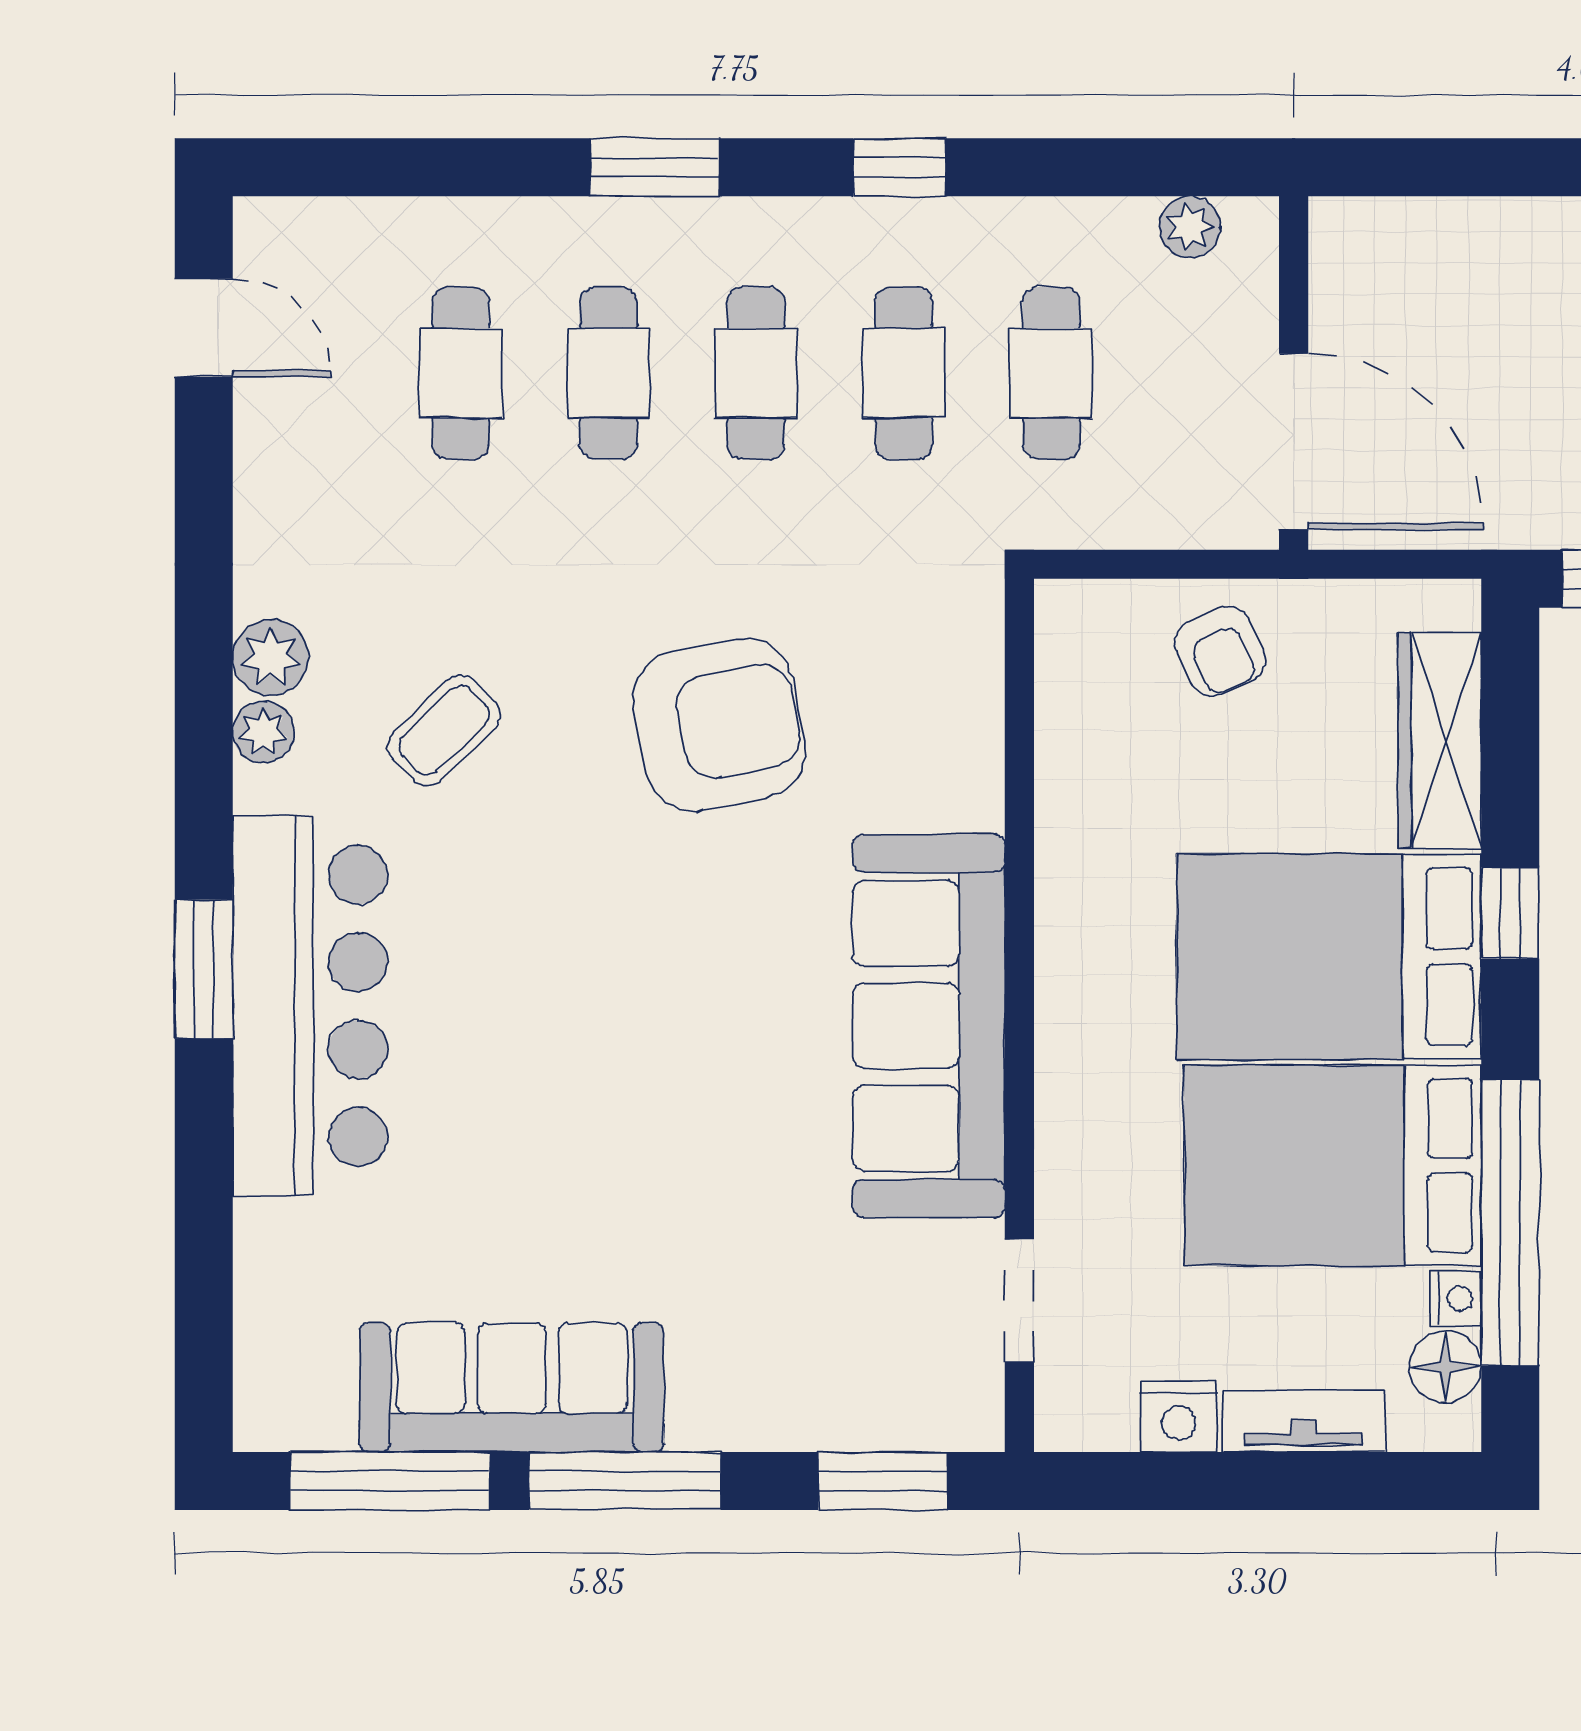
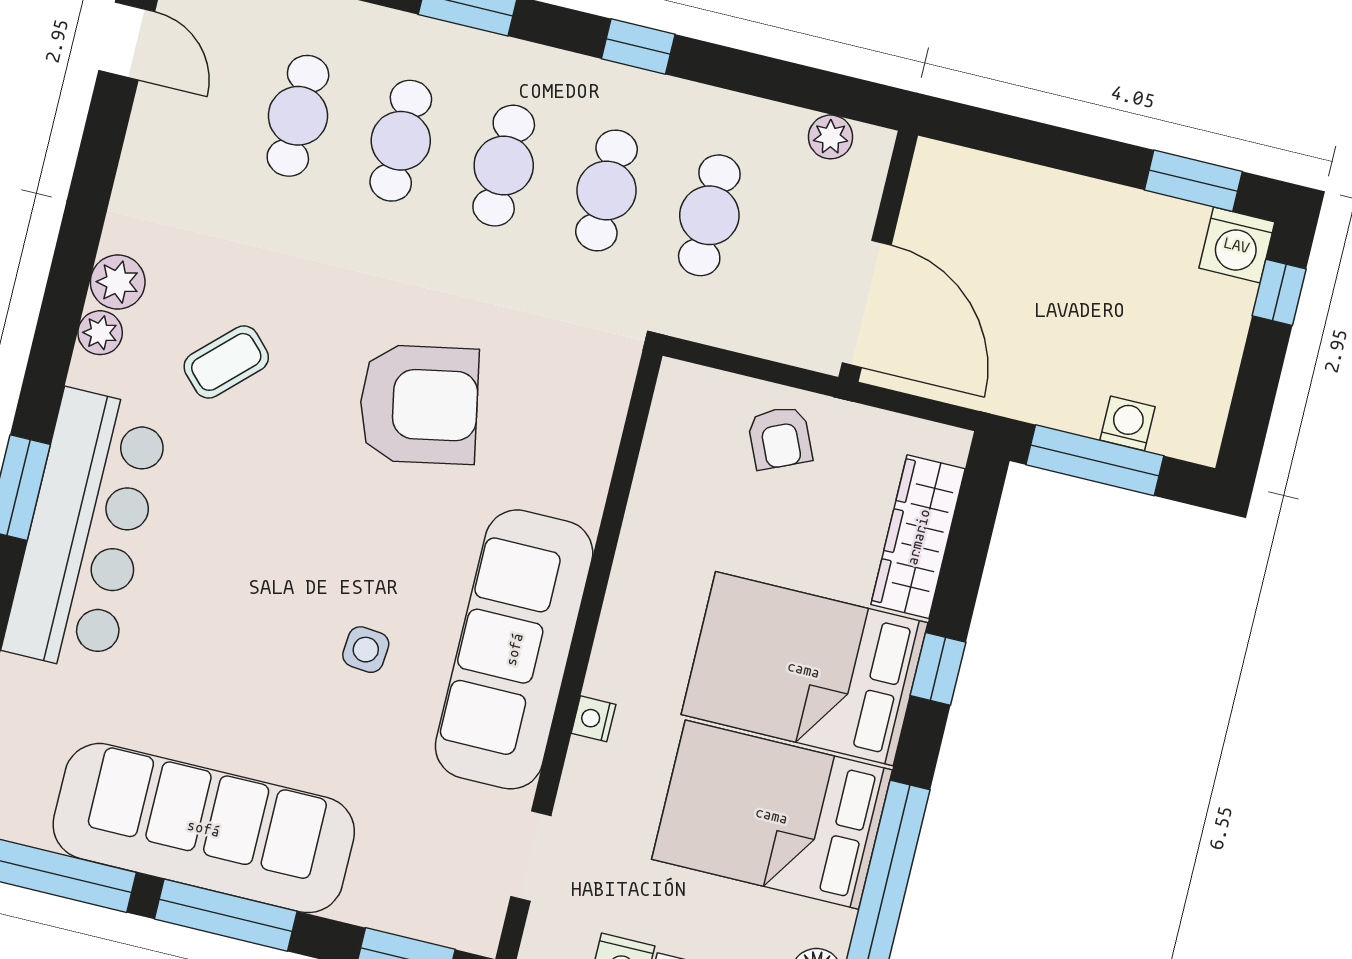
side table: (728, 1075) -> (366, 650), added
nightstand: (1456, 1298) -> (593, 719), moved, turned 180
sofa: (512, 1387) -> (204, 828), width x1.36, depth x1.27

